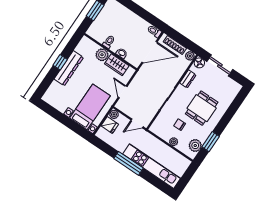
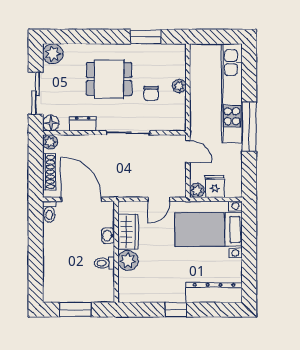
dresser: (69, 68) -> (214, 293), moved
plant: (195, 145) -> (53, 54), moved

